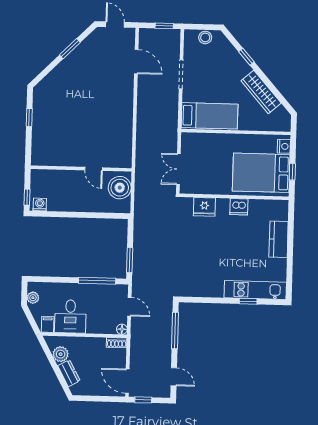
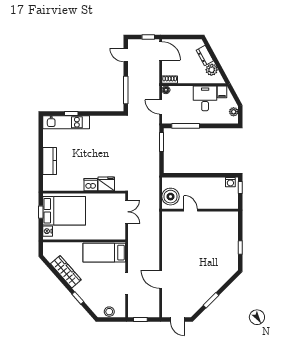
door: (136, 62) -> (161, 279), moved
dishwasher: (239, 207) -> (91, 185), moved

